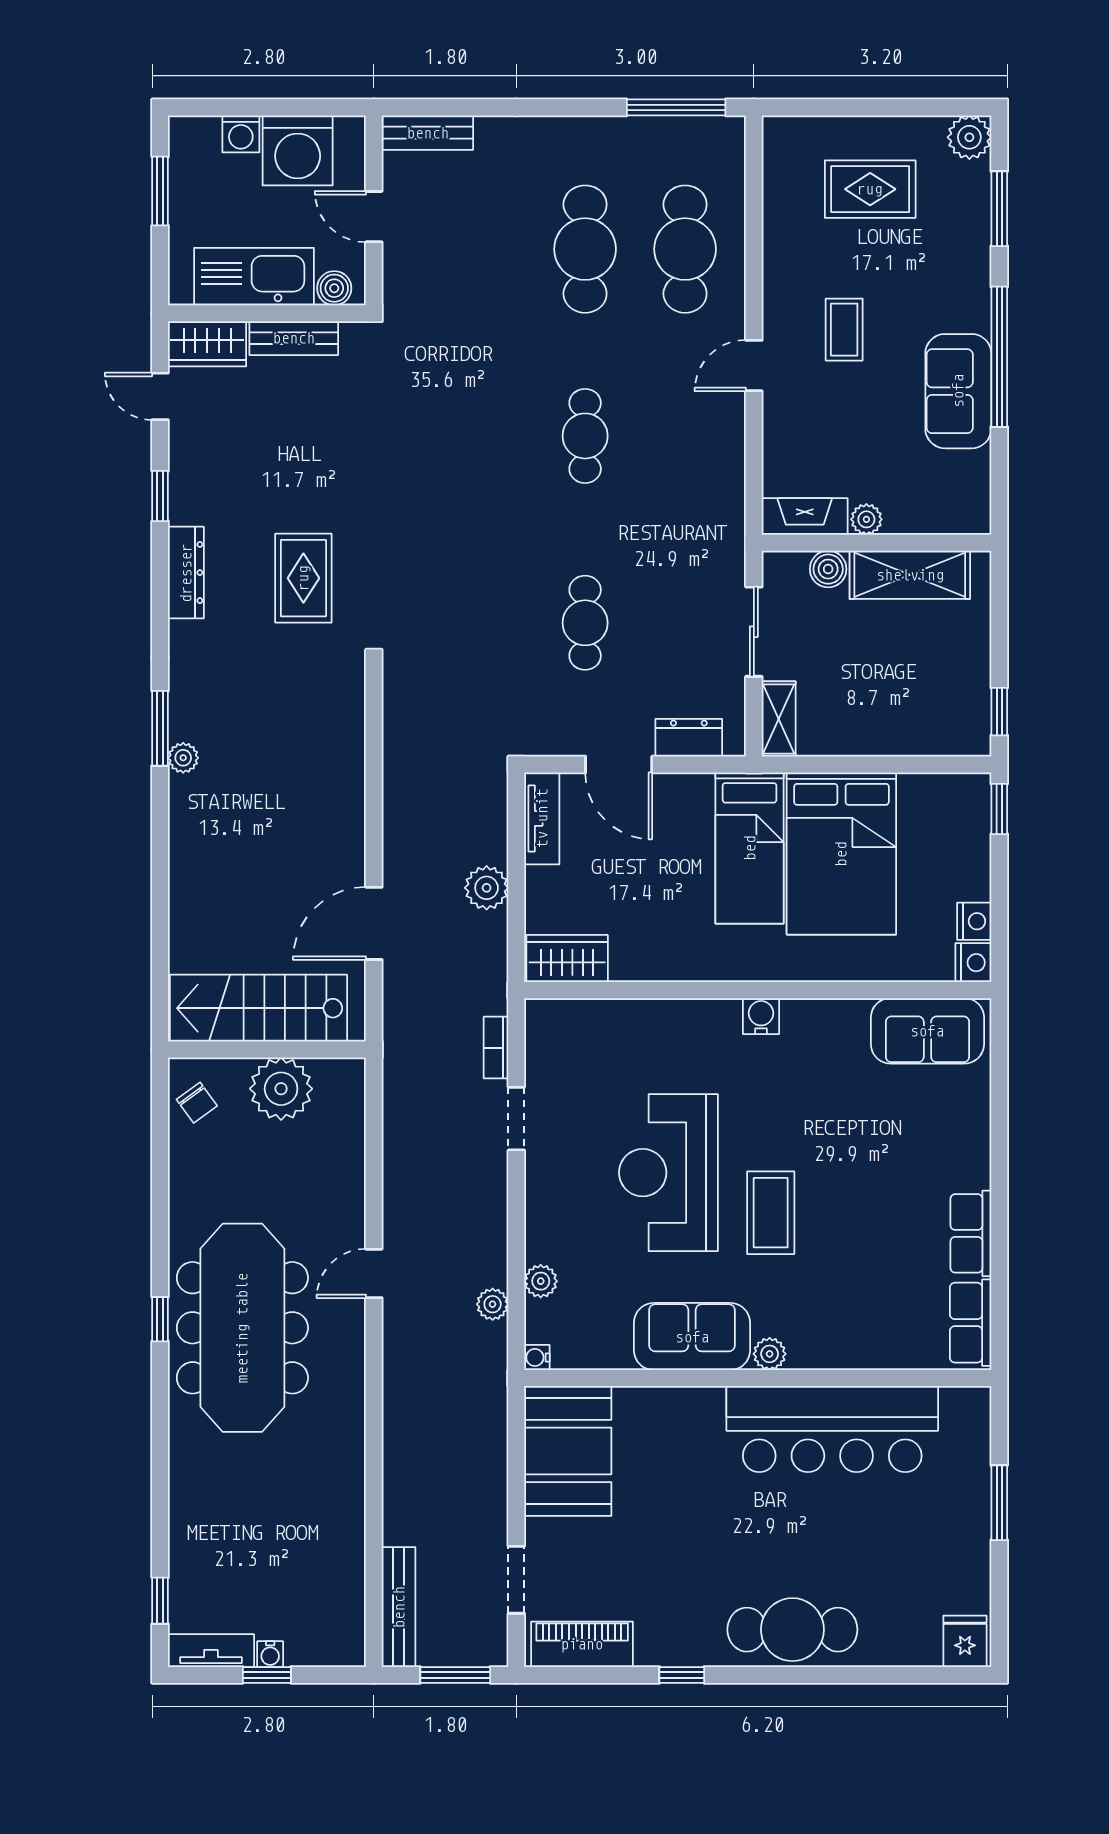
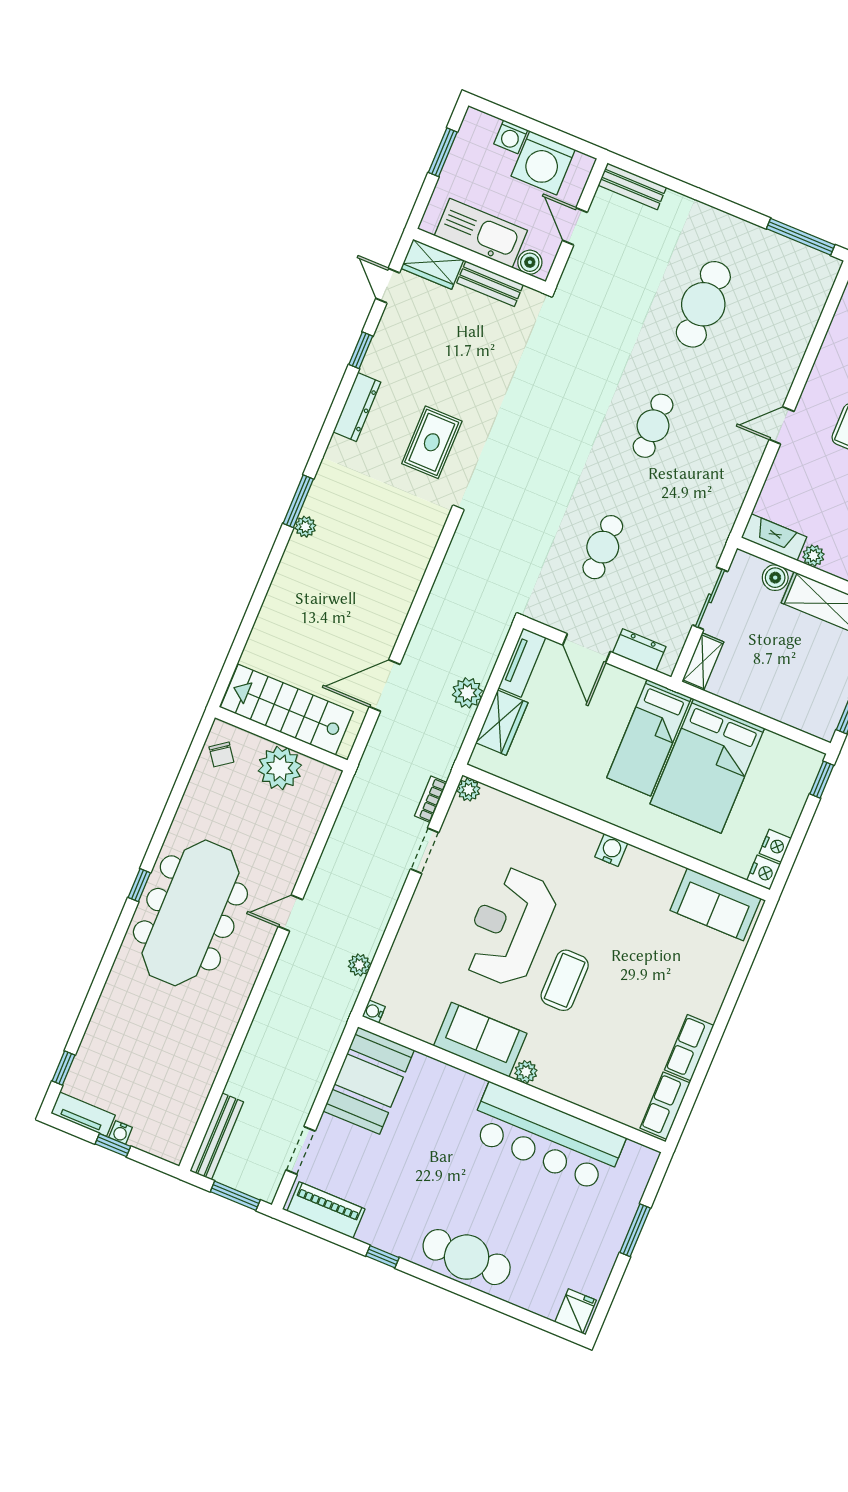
cafe table: (685, 249) -> (768, 331), removed
wardrobe: (567, 959) -> (502, 723), moved, turned 90
plant: (541, 1281) -> (469, 790), moved

